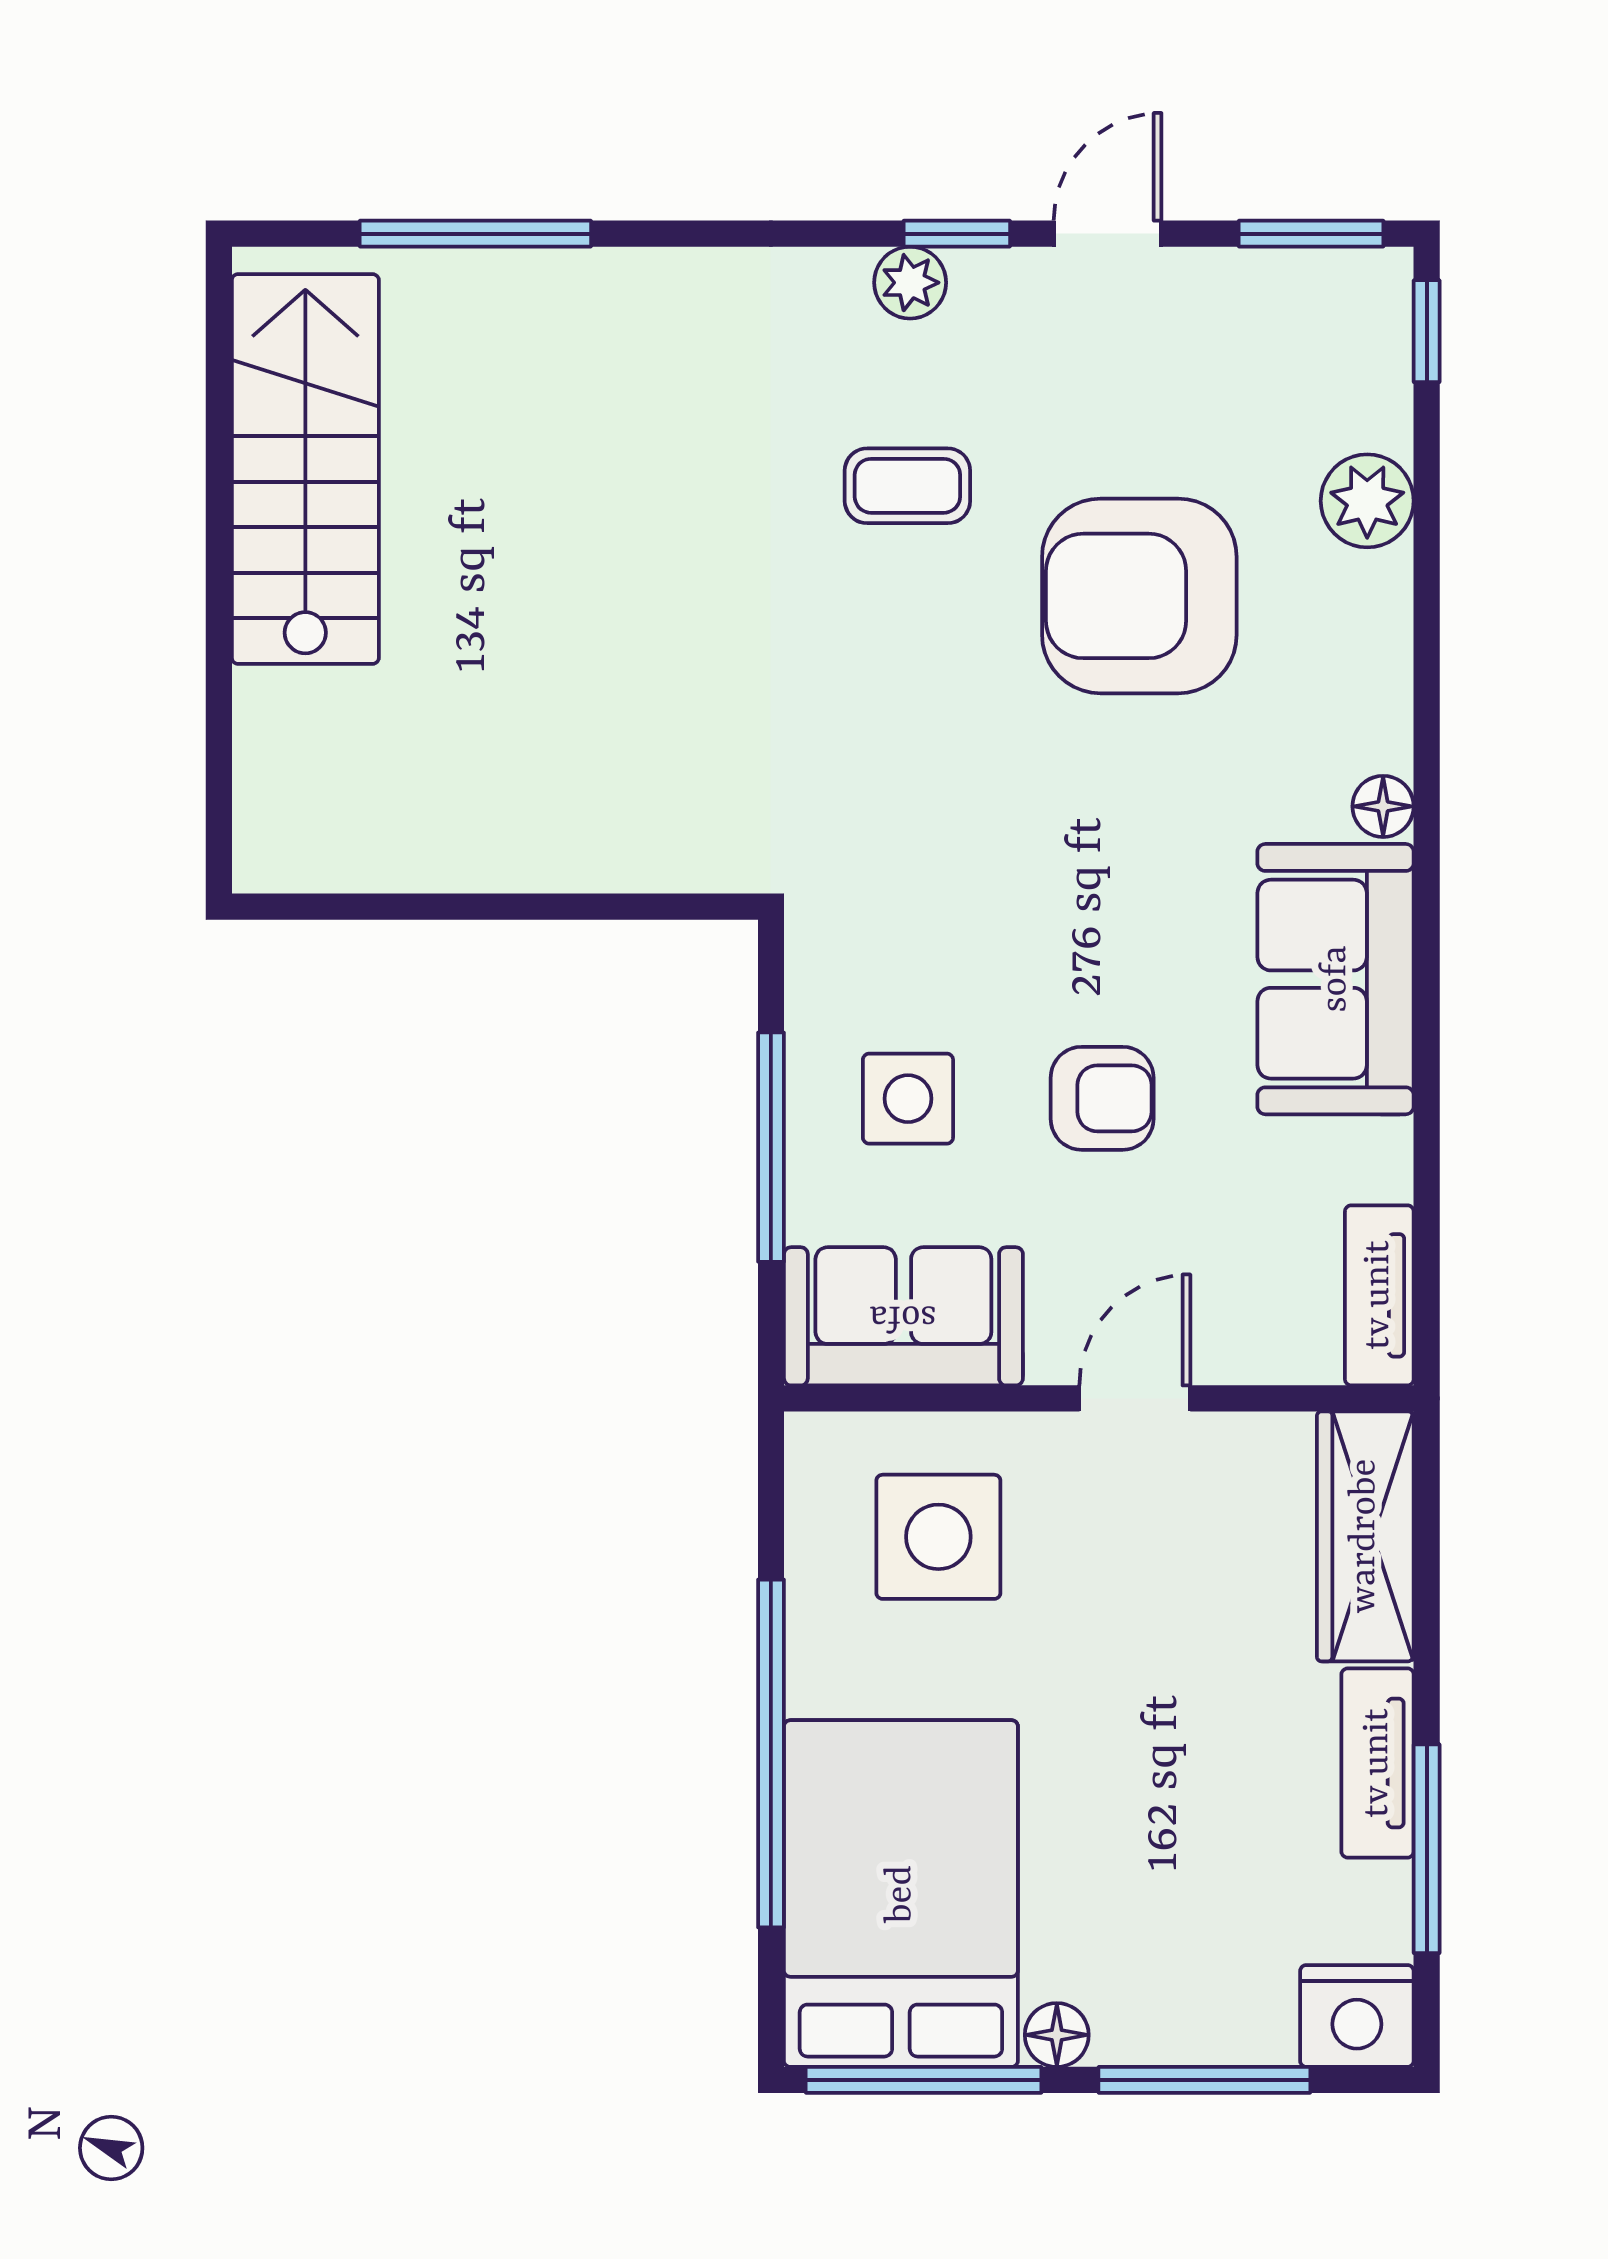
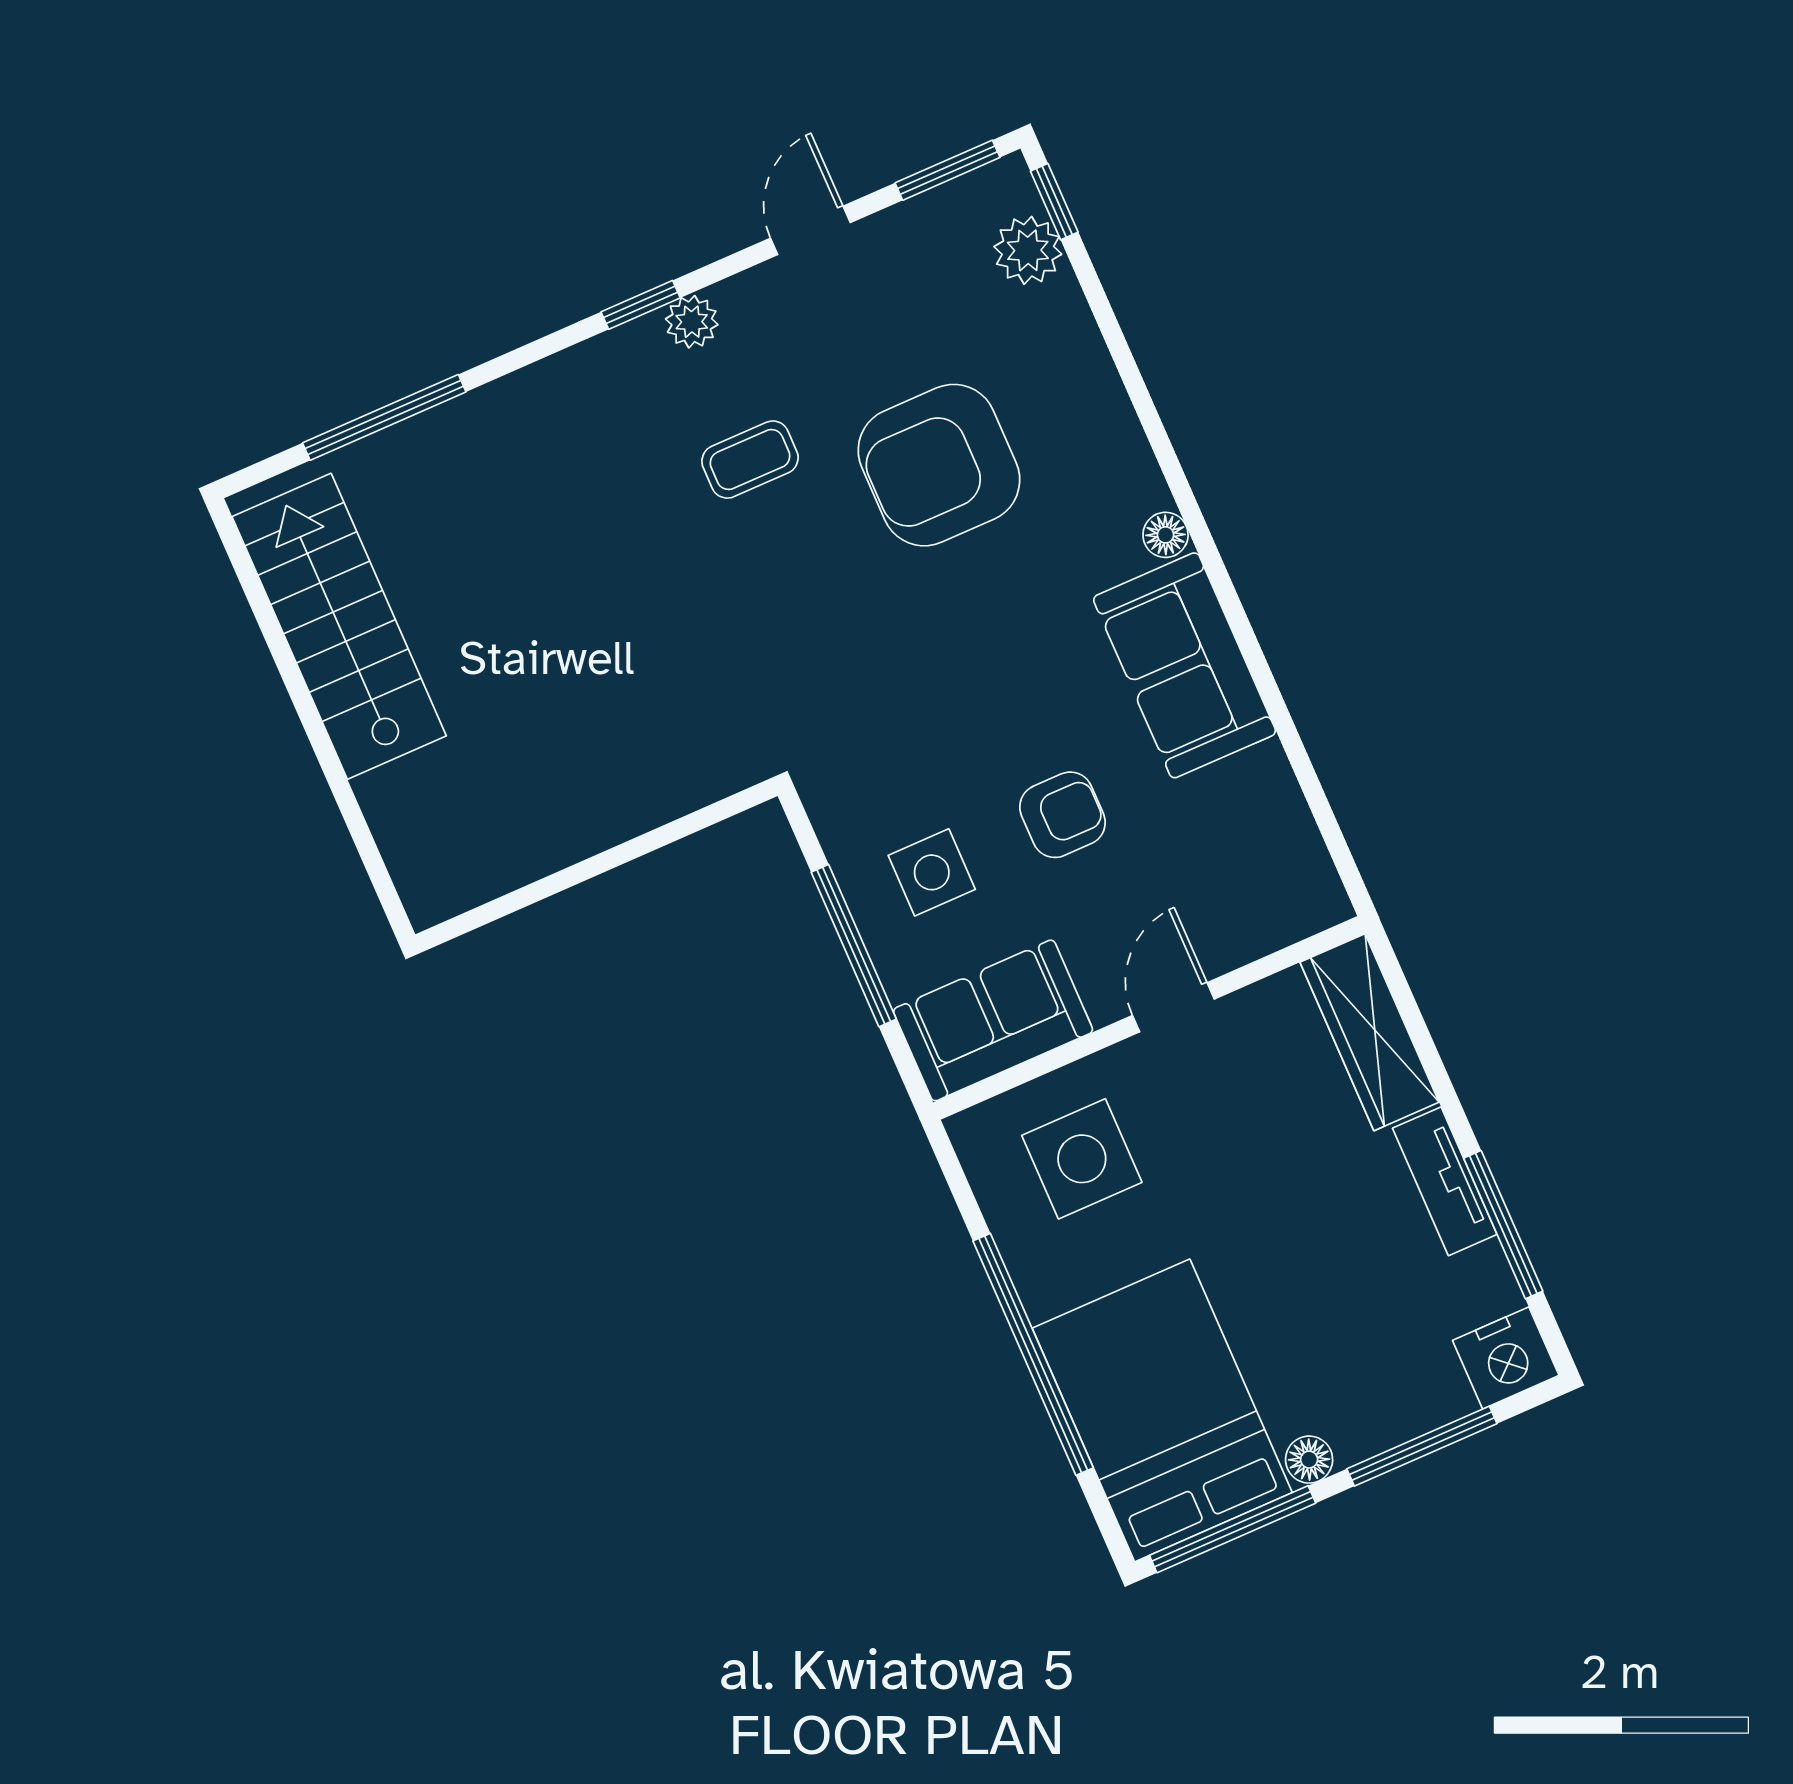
window: (957, 234) -> (641, 305), moved
plant: (1367, 501) -> (1028, 250), moved
tv unit: (1379, 1295) -> (1308, 866), removed

